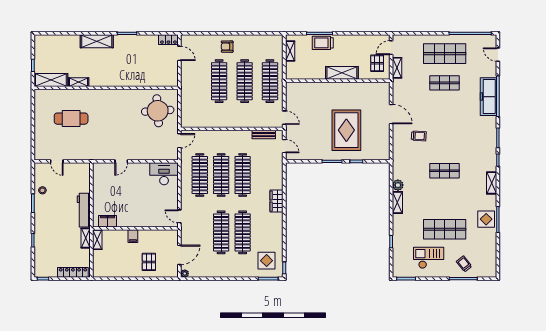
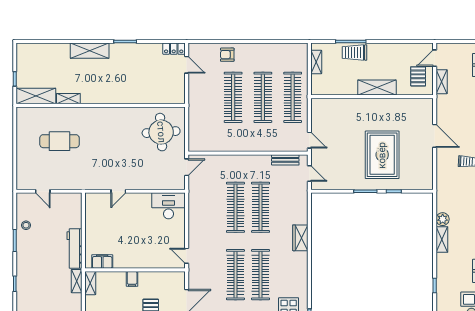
armchair: (227, 47) -> (227, 55), moved
clothes rail: (200, 175) -> (210, 207), removed

